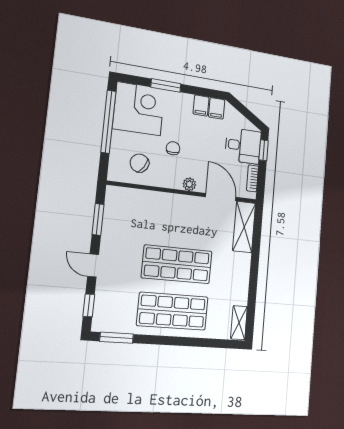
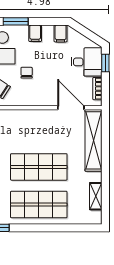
filing cabinet: (201, 105) -> (35, 33), moved
plant: (189, 184) -> (43, 101), removed
shelving: (244, 227) -> (93, 140), width x1.47
shelving: (239, 323) -> (96, 196), moved

